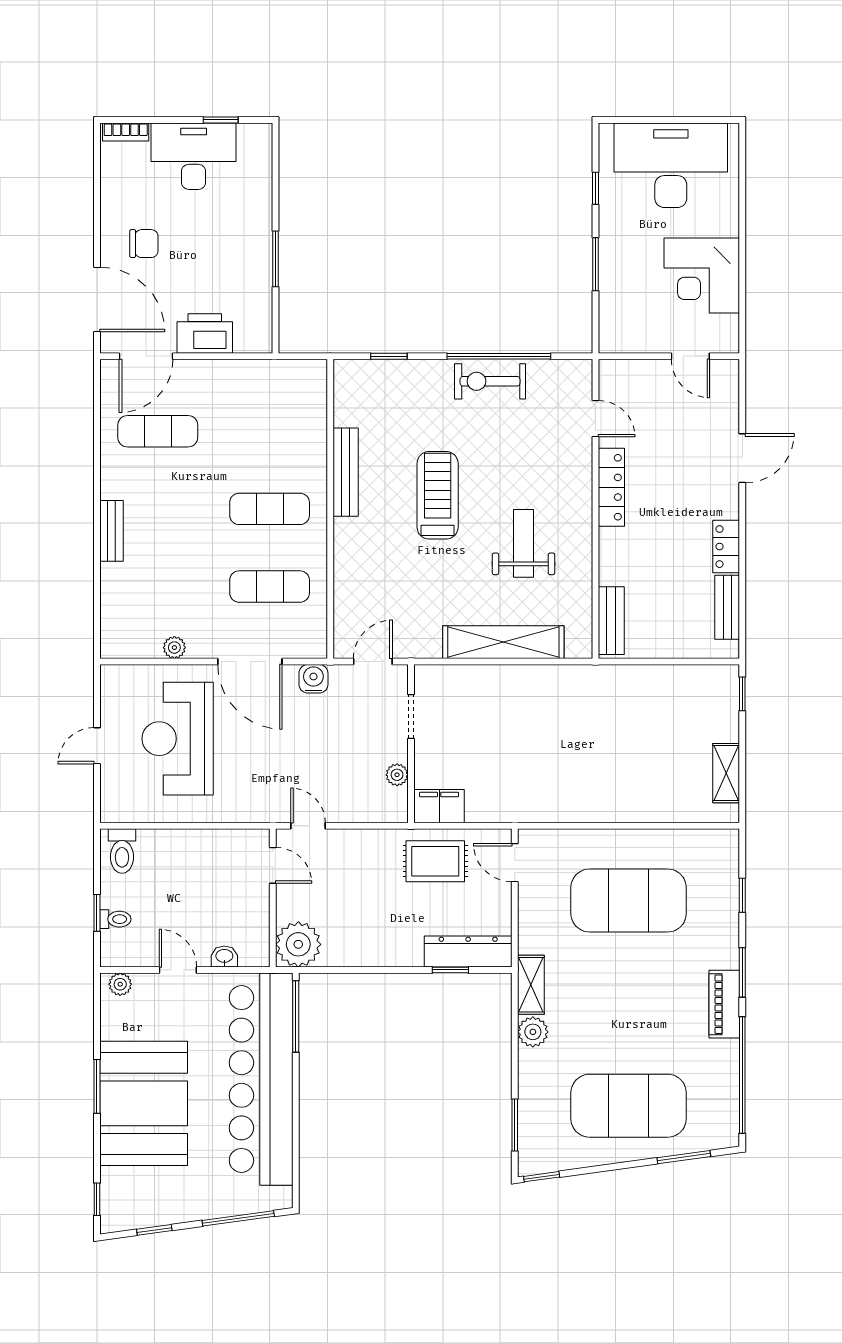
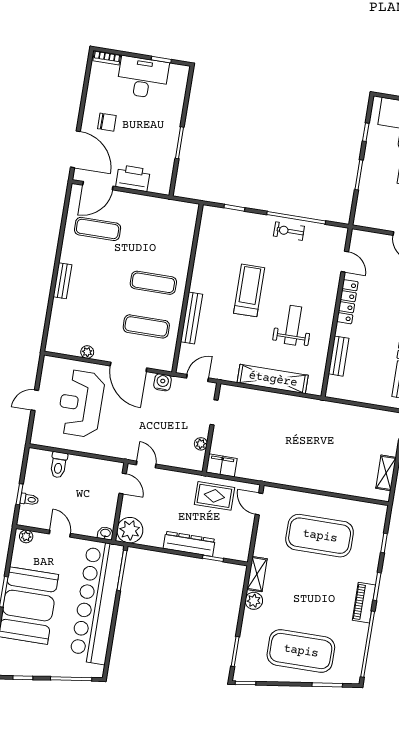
exercise bike: (490, 381) -> (289, 231), width x0.73, depth x0.72
bench: (346, 472) -> (192, 318), moved
bench: (611, 621) -> (339, 356), moved
toilet: (122, 851) -> (59, 465), moved
dresser: (468, 951) -> (189, 544), moved
washbasin: (224, 956) -> (105, 533), moved

